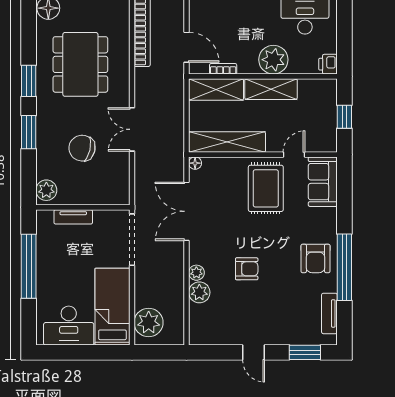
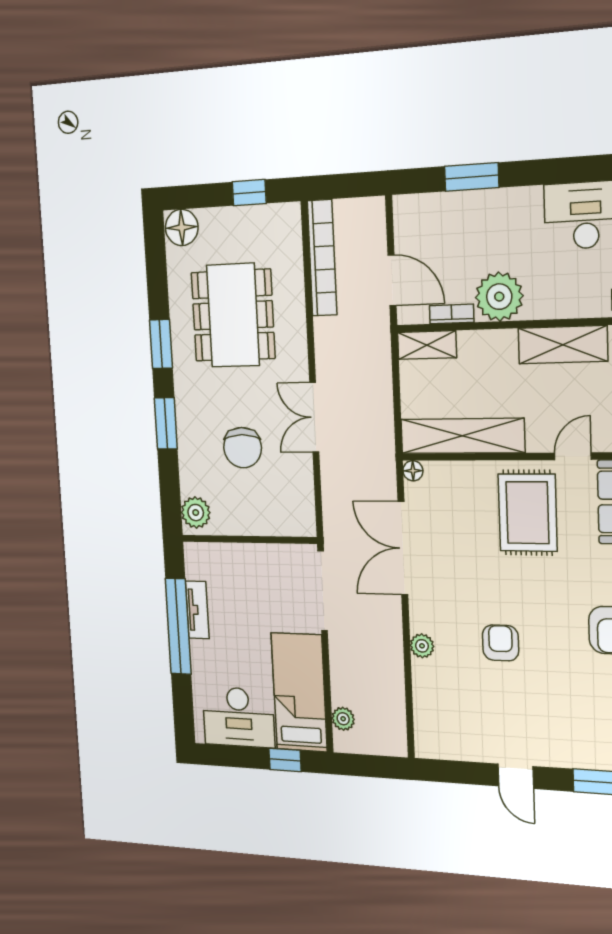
plant: (273, 60) -> (499, 297), moved
shelving: (216, 89) -> (427, 345), width x0.67, depth x0.75
shelving: (271, 89) -> (563, 345), moved
chair: (82, 148) -> (243, 448), turned -103
tv unit: (73, 217) -> (197, 610), moved, turned -90
armchair: (247, 269) -> (501, 643), turned -90
plant: (199, 292) -> (428, 677), removed
plant: (149, 322) -> (343, 719), width x0.53, depth x0.53
window: (100, 352) -> (285, 760), added

